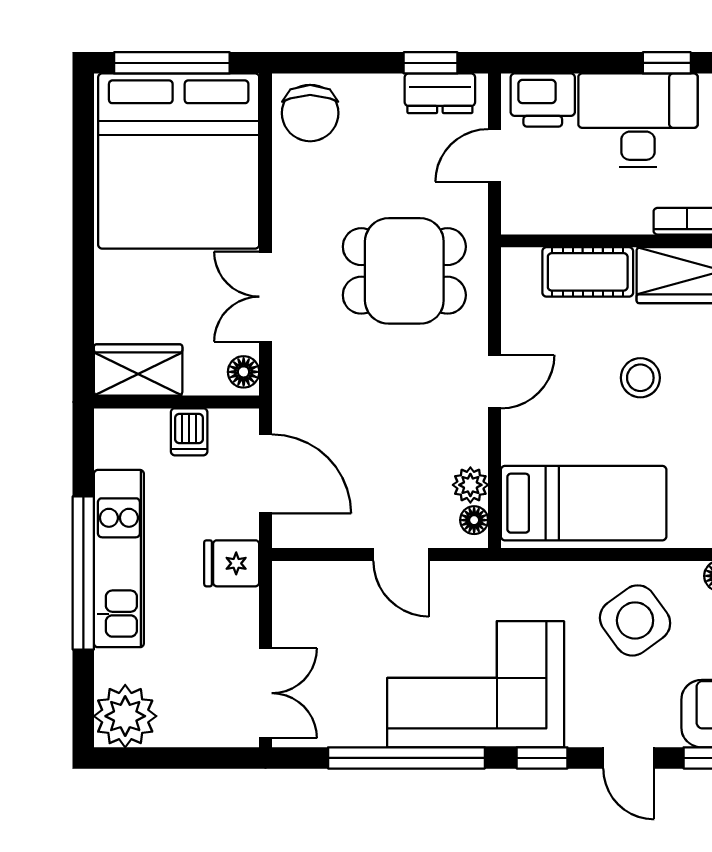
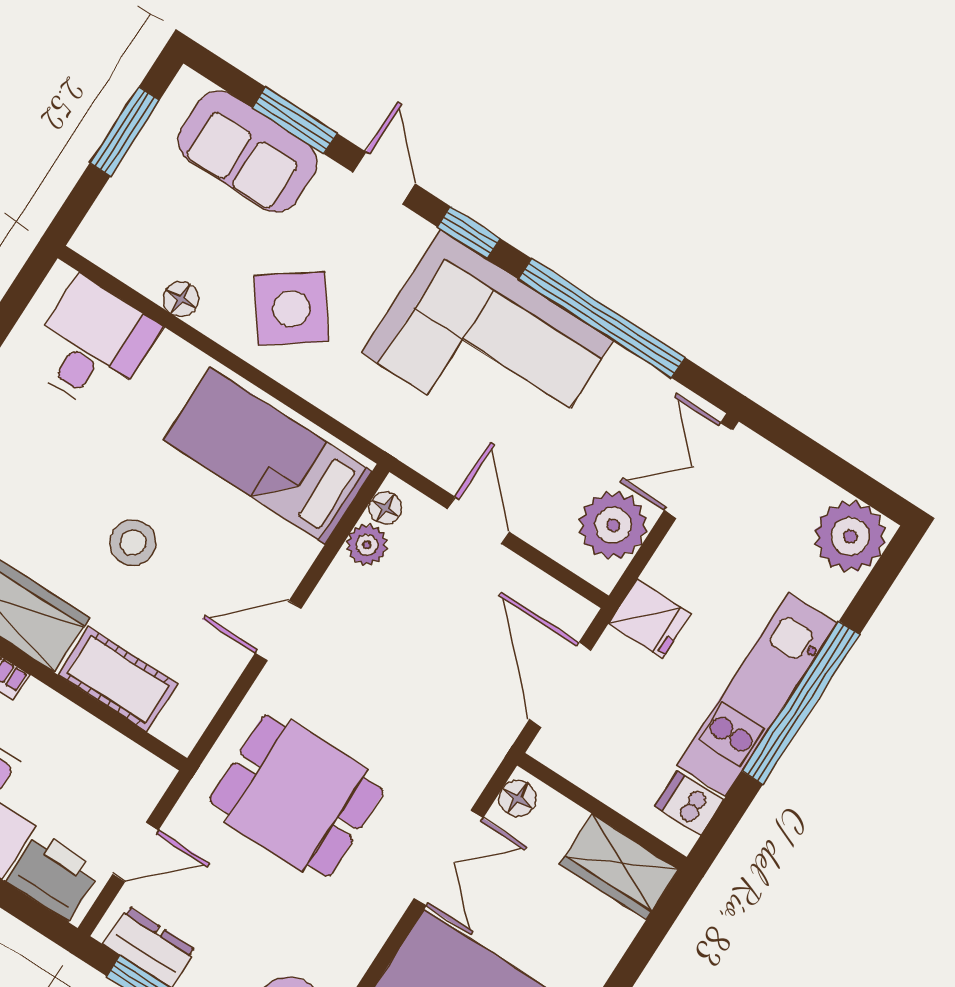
dishwasher: (189, 432) -> (689, 803), moved, turned -90
plant: (302, 614) -> (613, 525), added

